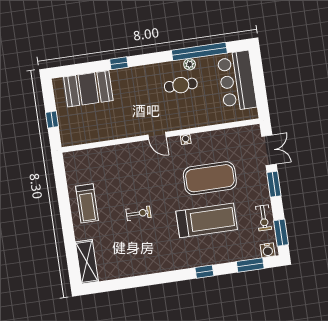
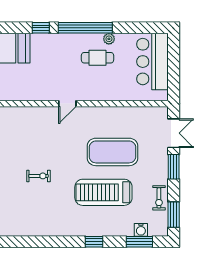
window: (199, 52) -> (85, 28), moved
door: (157, 136) -> (67, 104), hinge flipped
water cooler: (186, 139) -> (95, 111), removed
treadmill: (207, 220) -> (103, 192), turned 180
water cooler: (268, 250) -> (141, 230), moved

